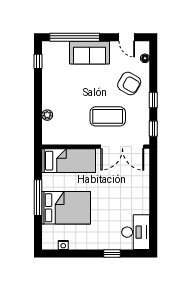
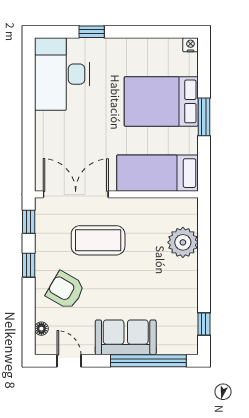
plant: (47, 115) -> (183, 242), width x1.88, depth x1.88
window: (38, 198) -> (204, 117), width x0.69
desk: (136, 232) -> (62, 74), width x1.36, depth x1.30
nightstand: (63, 245) -> (190, 45), moved

